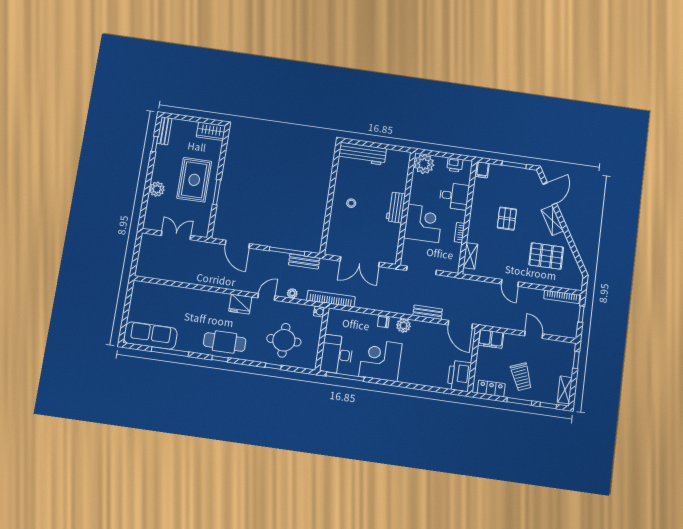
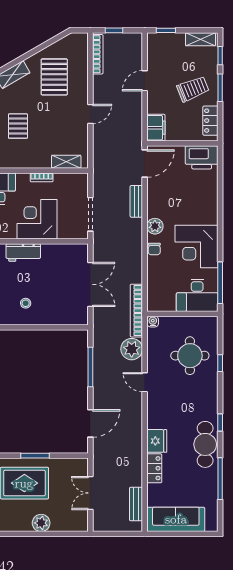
pallet: (507, 219) -> (18, 126), turned 90
bench: (304, 261) -> (136, 504), moved
plant: (292, 293) -> (132, 349), width x1.88, depth x1.88
locker: (189, 294) -> (154, 468), added
fridge: (240, 304) -> (157, 441), moved
sofa: (150, 336) -> (176, 519), moved, turned 90
cafe table: (225, 342) -> (205, 444), moved

